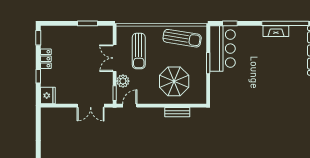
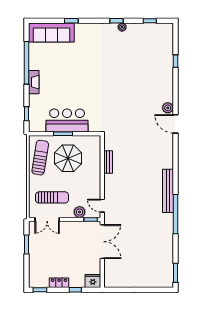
fireplace: (276, 31) -> (34, 82), moved
bar counter: (222, 49) -> (67, 120), moved
double door: (115, 58) -> (47, 219), moved
parasol: (174, 81) -> (68, 158), moved
double door: (91, 106) -> (102, 242), width x1.37

